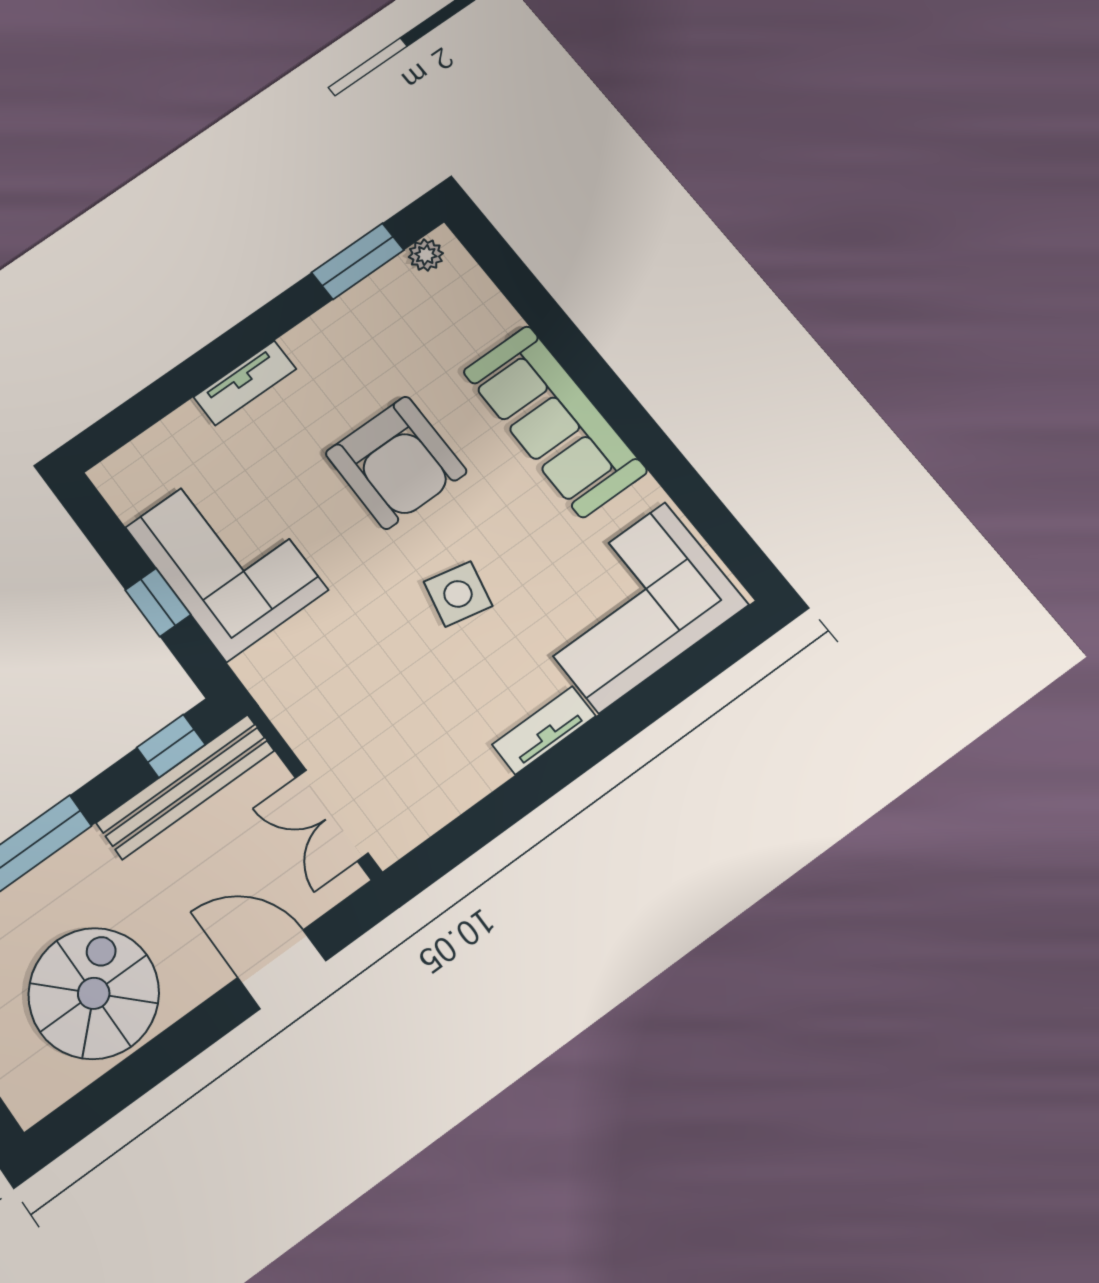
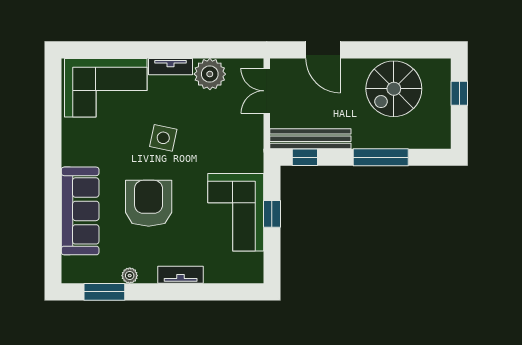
plant: (426, 255) -> (130, 276), moved
sofa: (555, 421) -> (80, 211), moved
plant: (461, 769) -> (210, 74), added
double door: (332, 815) -> (267, 91), swing flipped

